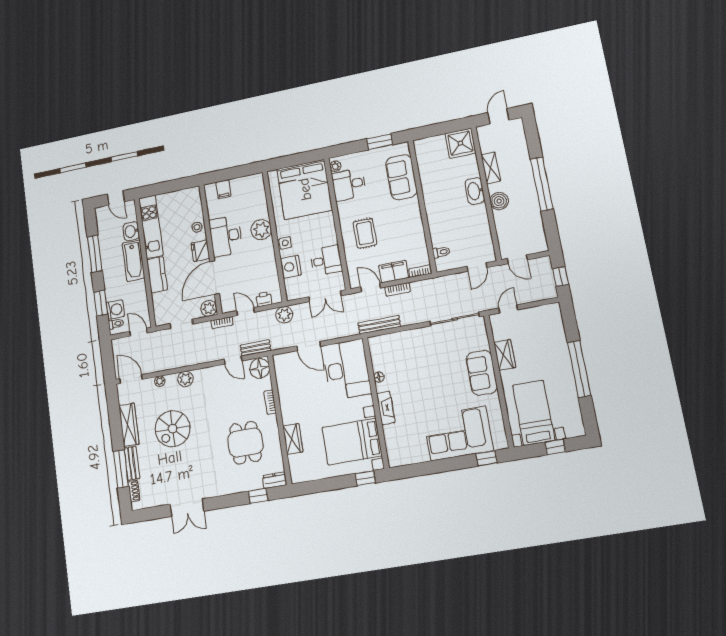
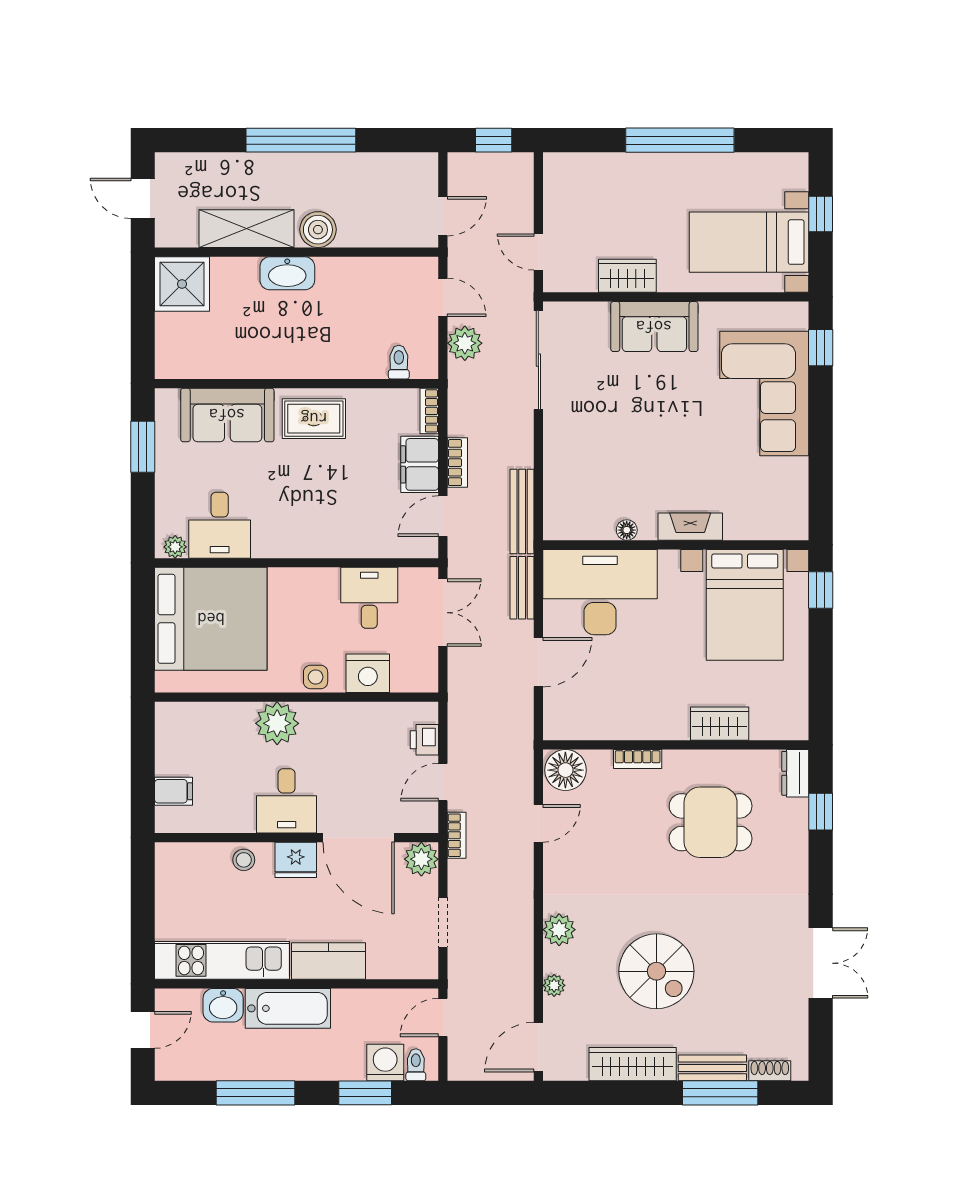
shelving: (491, 168) -> (247, 229), width x1.50, depth x1.33
rug: (365, 233) -> (314, 419), moved
desk: (226, 236) -> (287, 801), width x0.73
plant: (284, 315) -> (465, 343), moved
bench: (256, 348) -> (522, 588), moved

